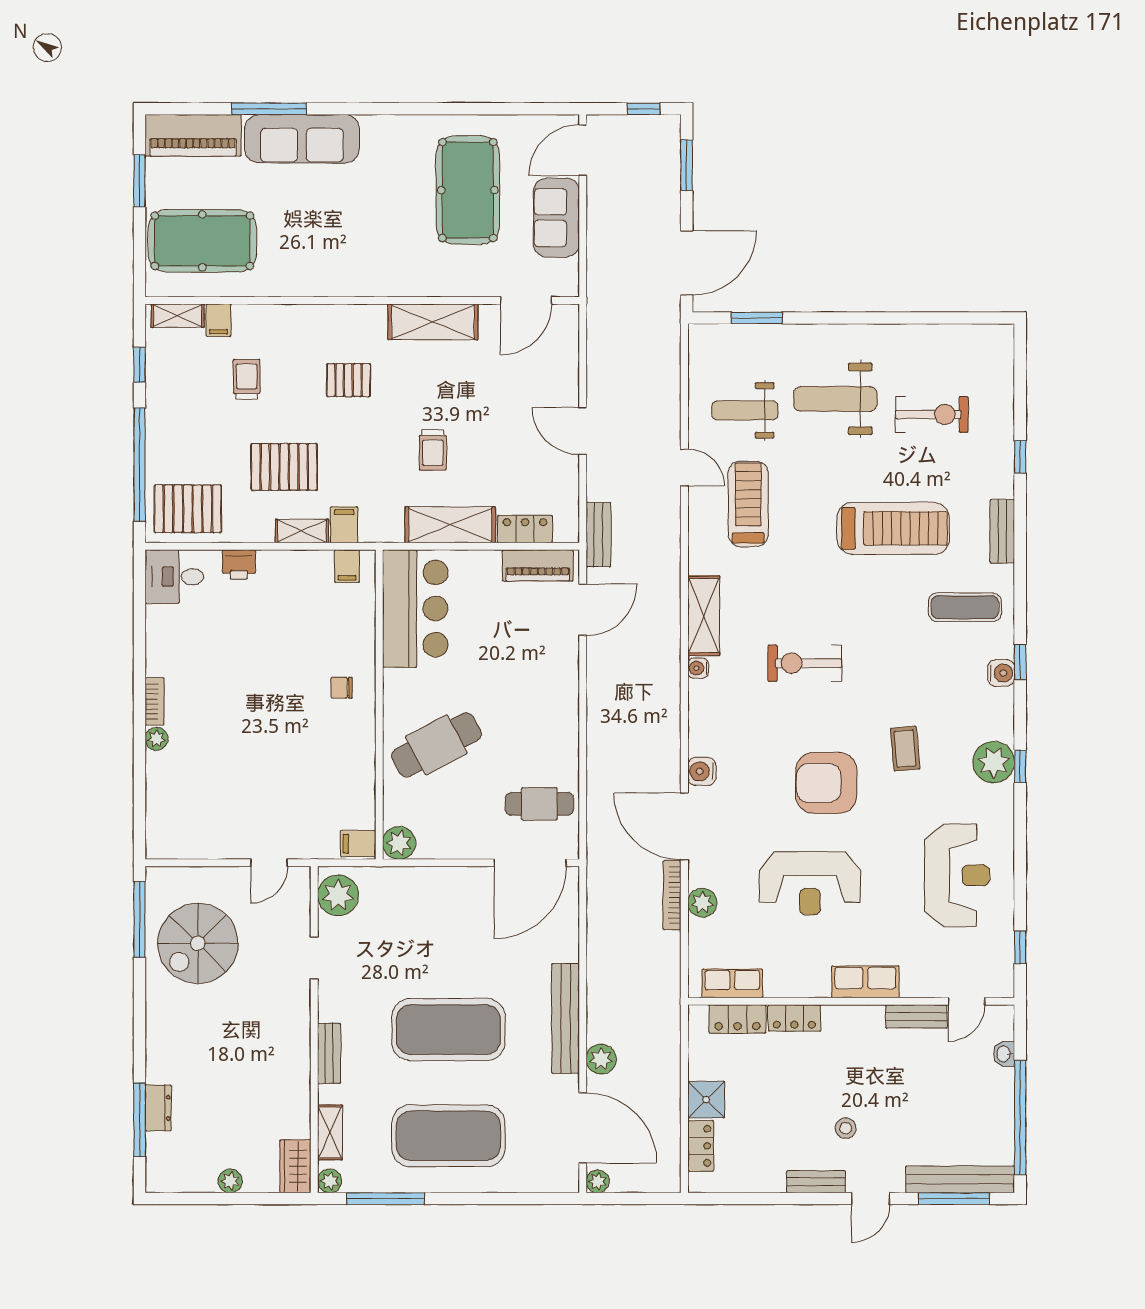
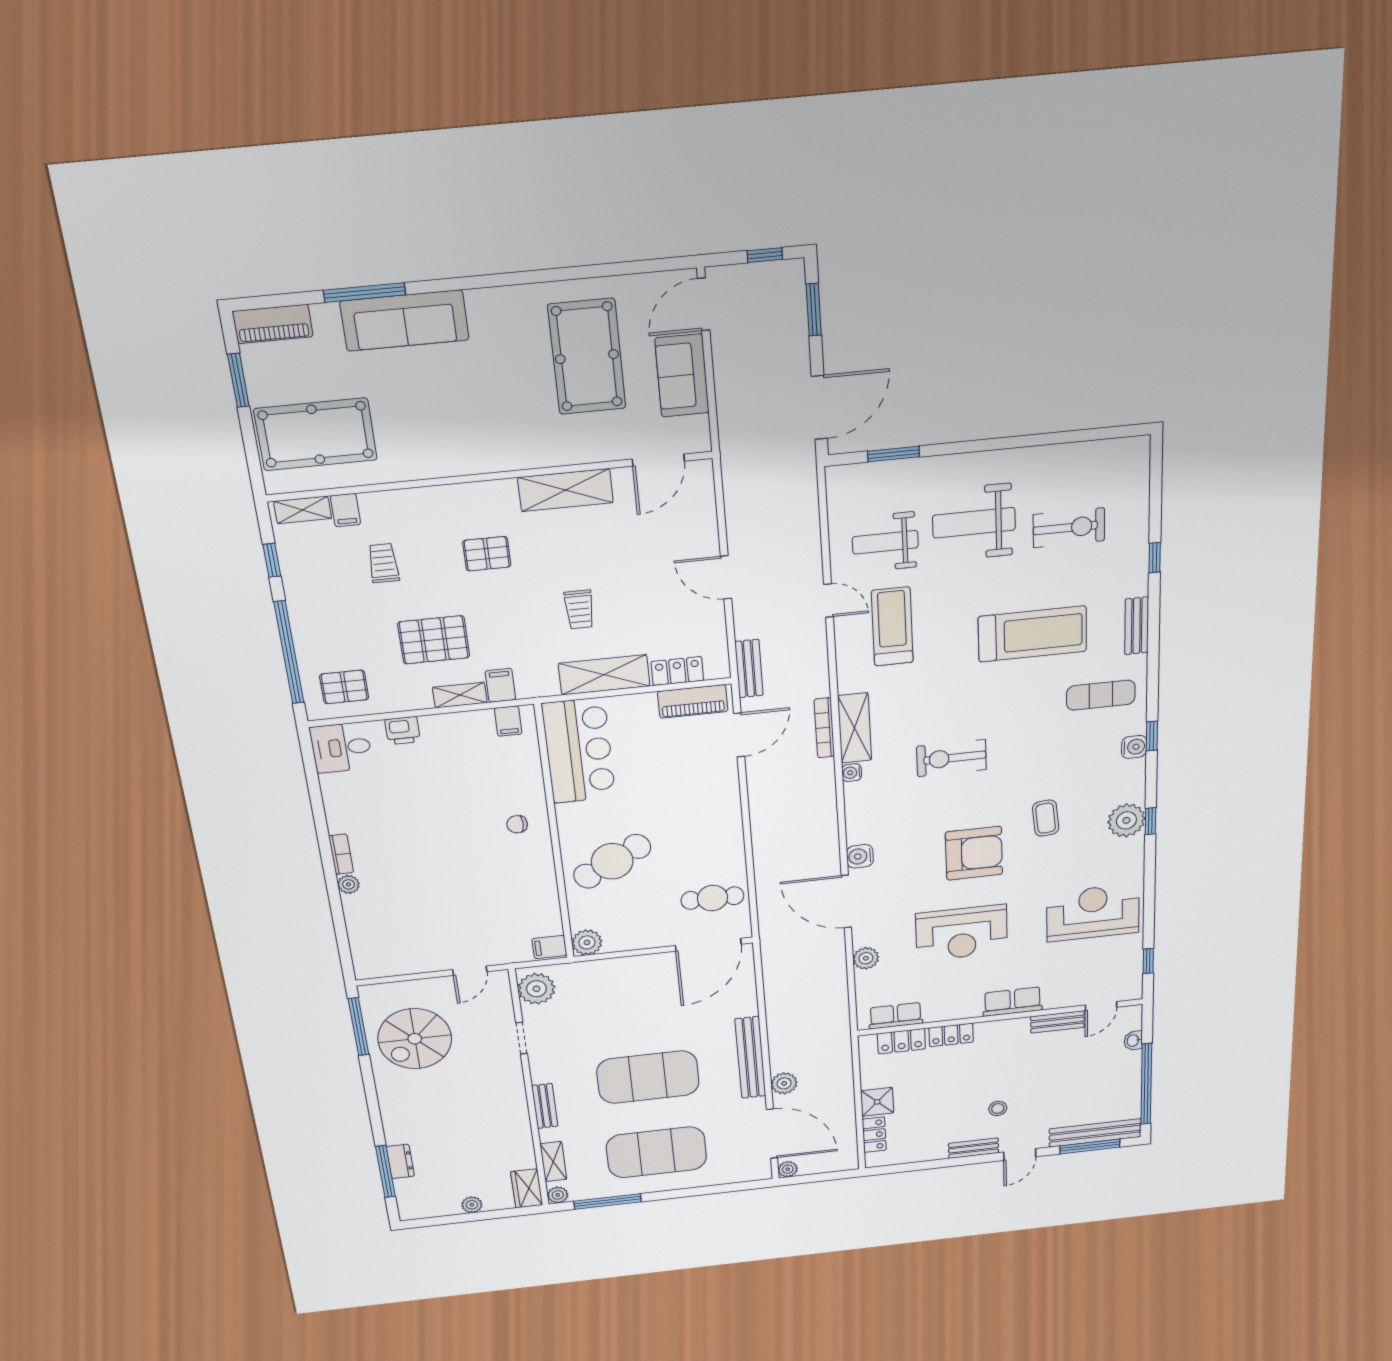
piano: (193, 135) -> (273, 324), width x0.73, depth x0.75
pallet: (188, 509) -> (344, 687), width x0.67, depth x0.71
armchair: (826, 783) -> (974, 853), turned 180
reception desk: (957, 875) -> (1093, 913), turned -90
bookcase: (672, 895) -> (824, 728), moved

